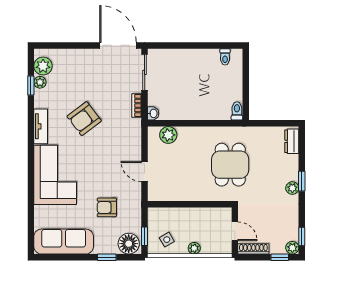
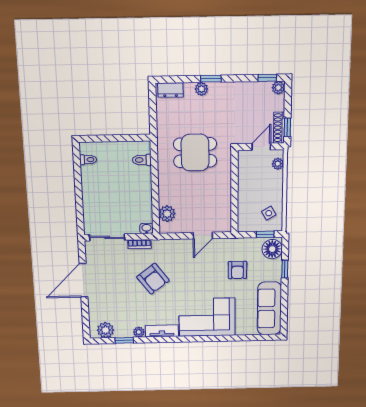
door: (118, 45) -> (83, 280), moved
plant: (40, 82) -> (139, 332), moved
toilet: (237, 111) -> (142, 160), moved
armchair: (84, 119) -> (153, 279), moved
plant: (292, 188) -> (201, 89), moved
plant: (194, 248) -> (278, 164), moved
window: (280, 257) -> (287, 127), moved

